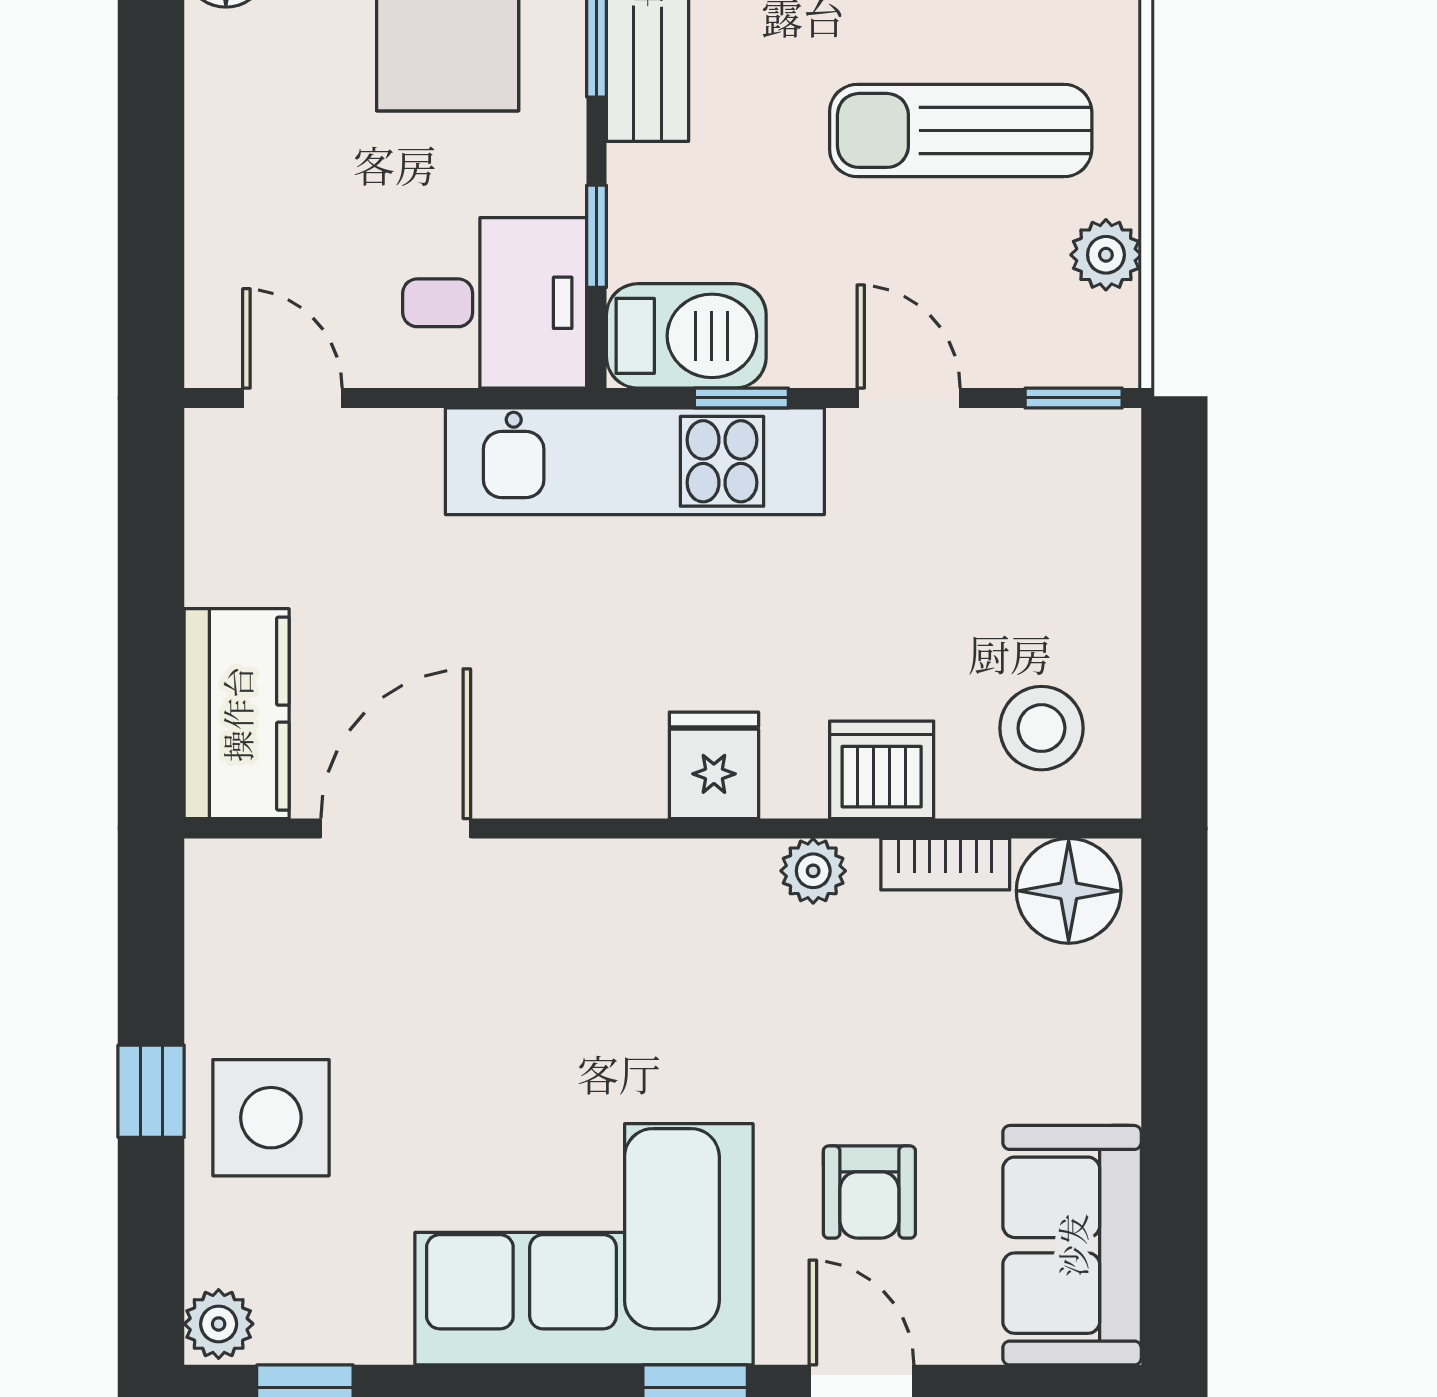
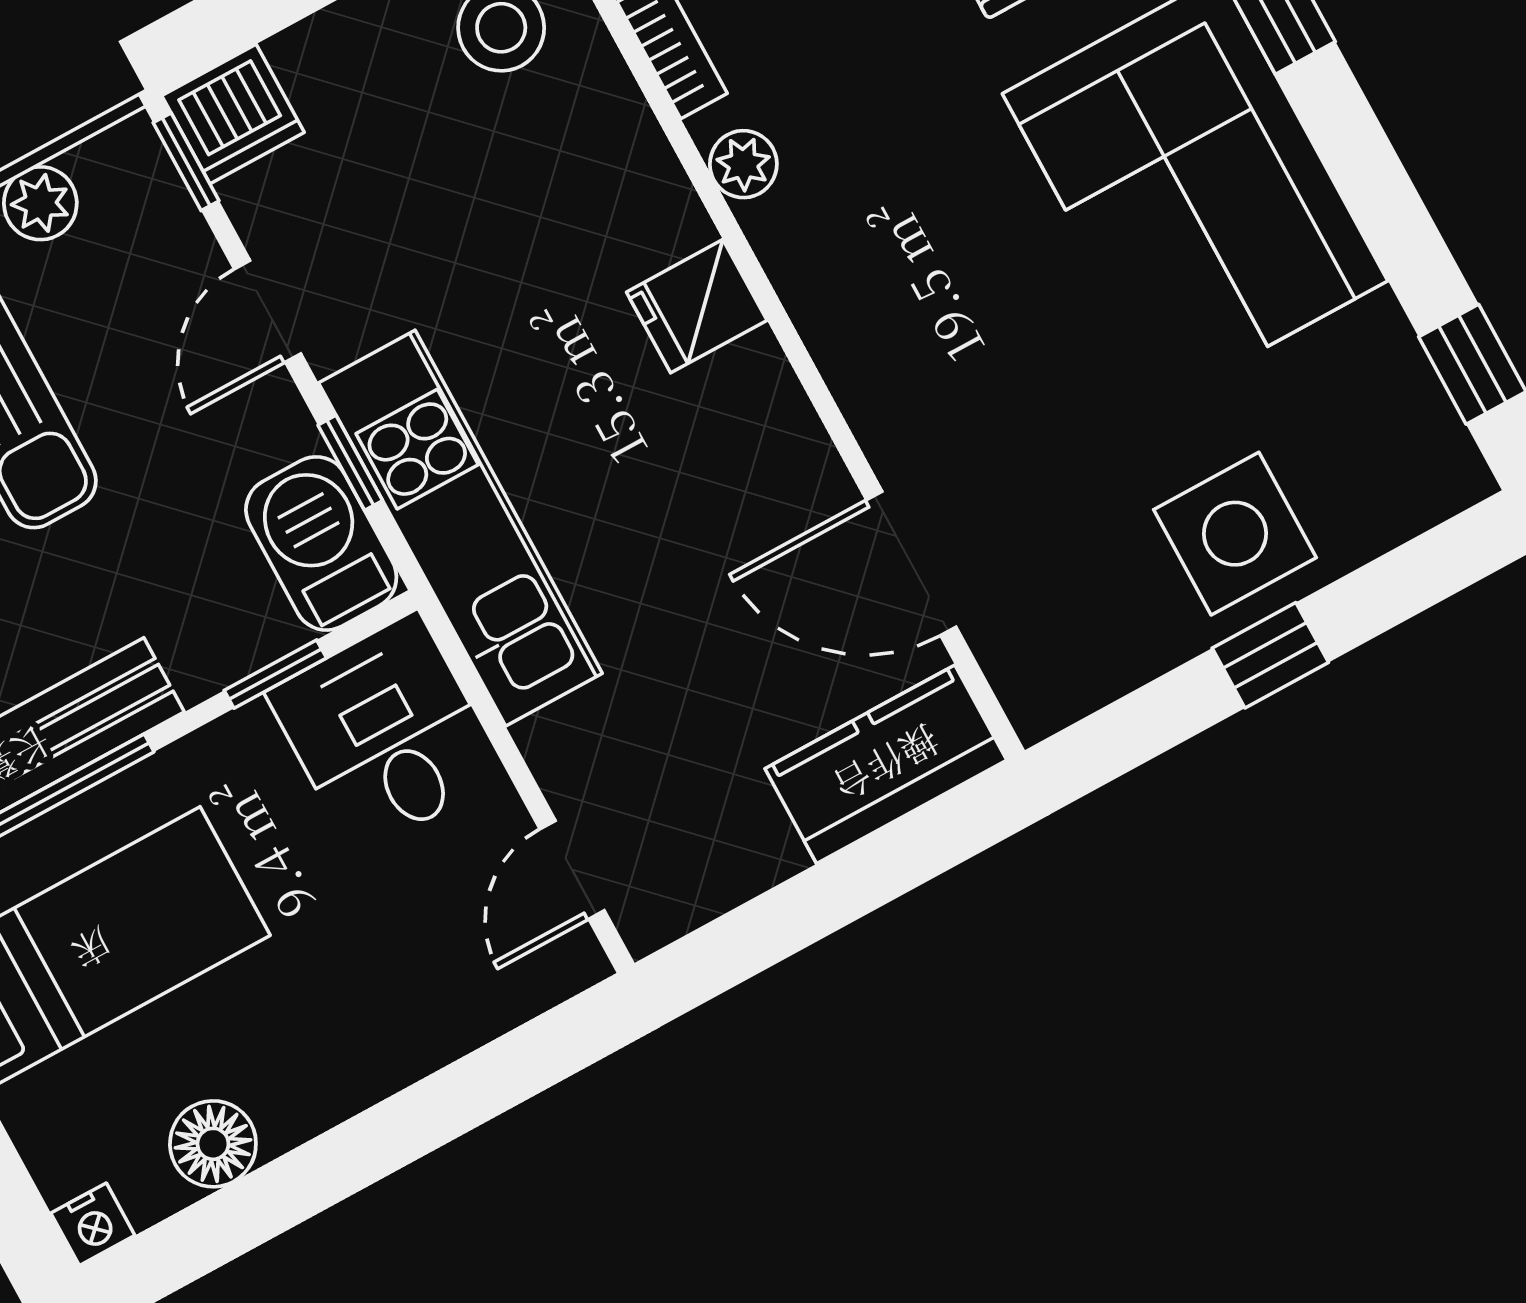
dishwasher: (882, 770) -> (233, 114), moved, turned -90
plant: (219, 1324) -> (1448, 479), removed

